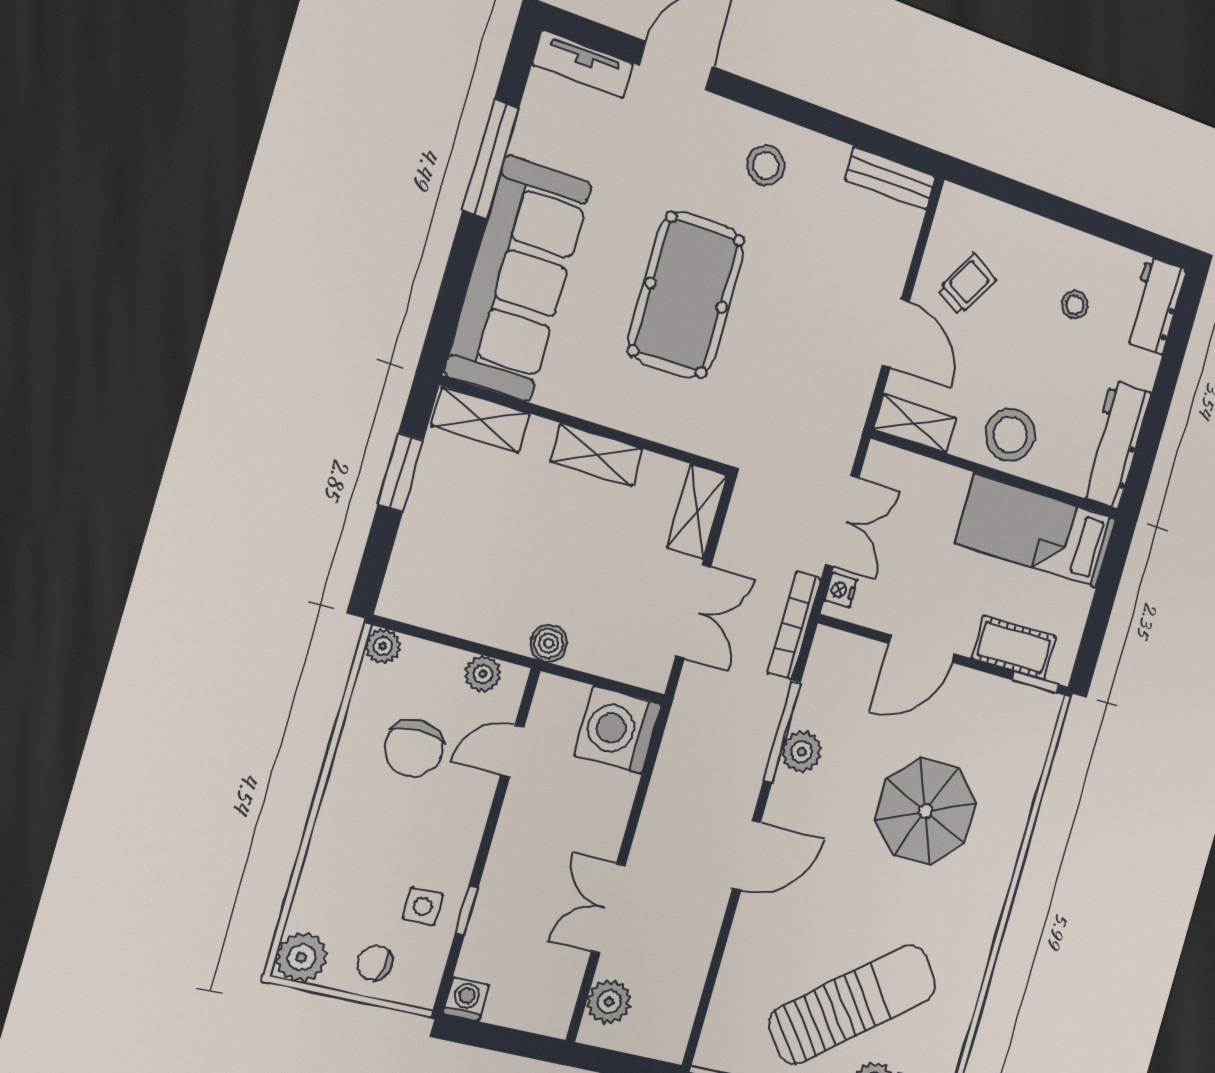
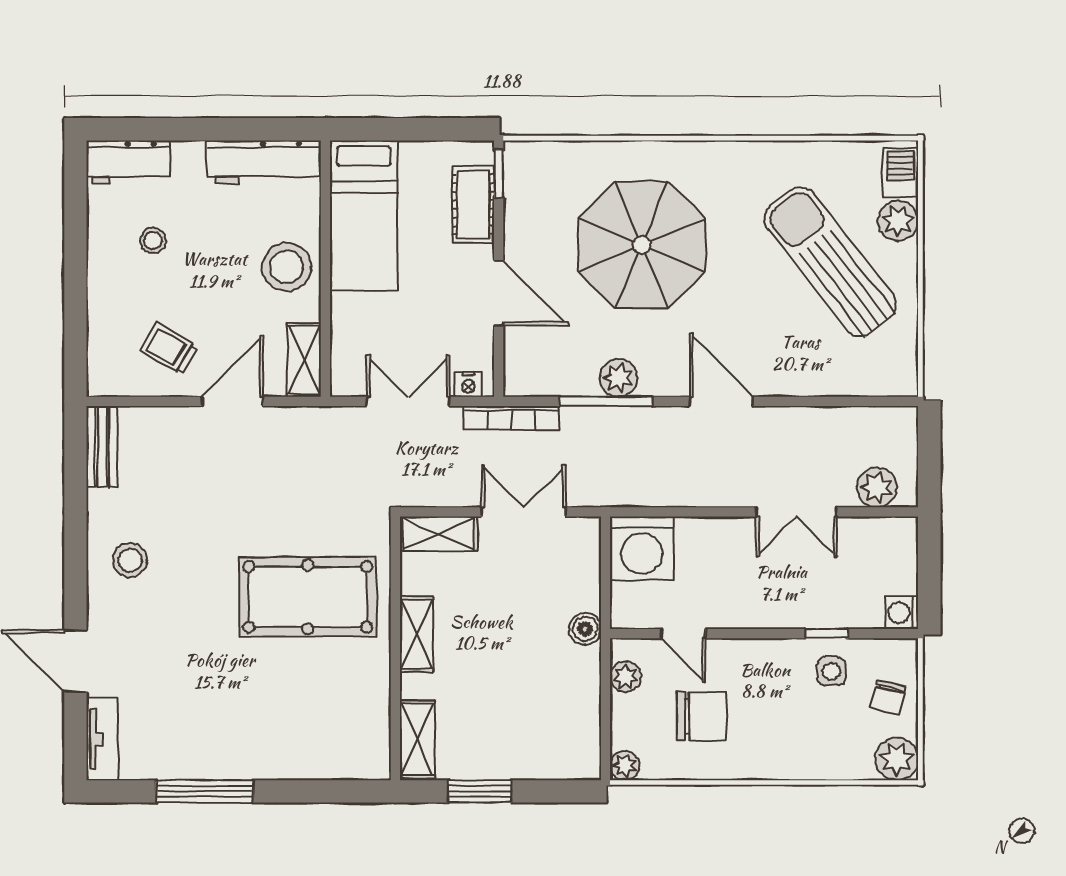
sofa: (518, 279) -> (293, 742), removed
pool table: (686, 295) -> (308, 597), moved
parasol: (926, 811) -> (642, 245), width x1.36, depth x1.36

